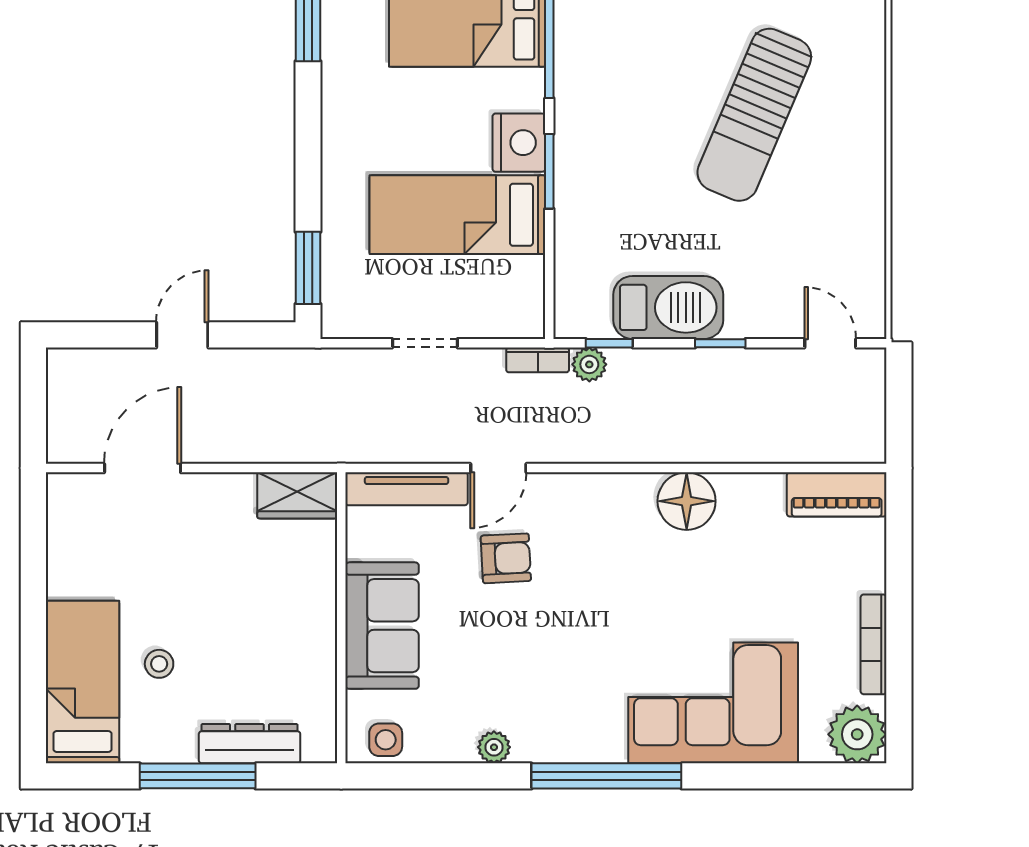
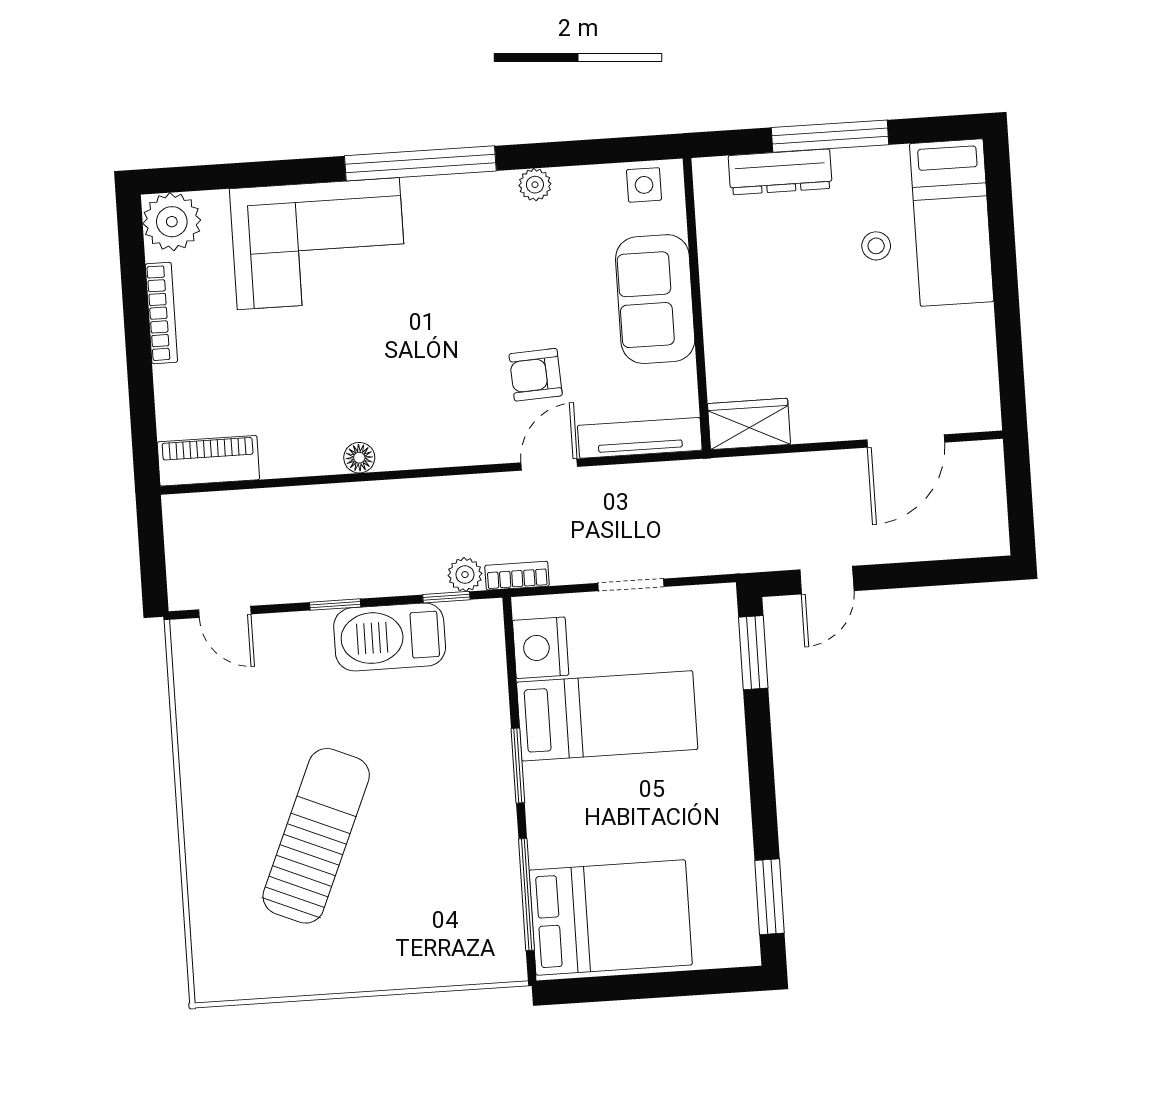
nightstand: (519, 143) -> (541, 648), moved
door: (182, 335) -> (827, 580), moved
floor lamp: (687, 501) -> (359, 458), width x0.53, depth x0.53

